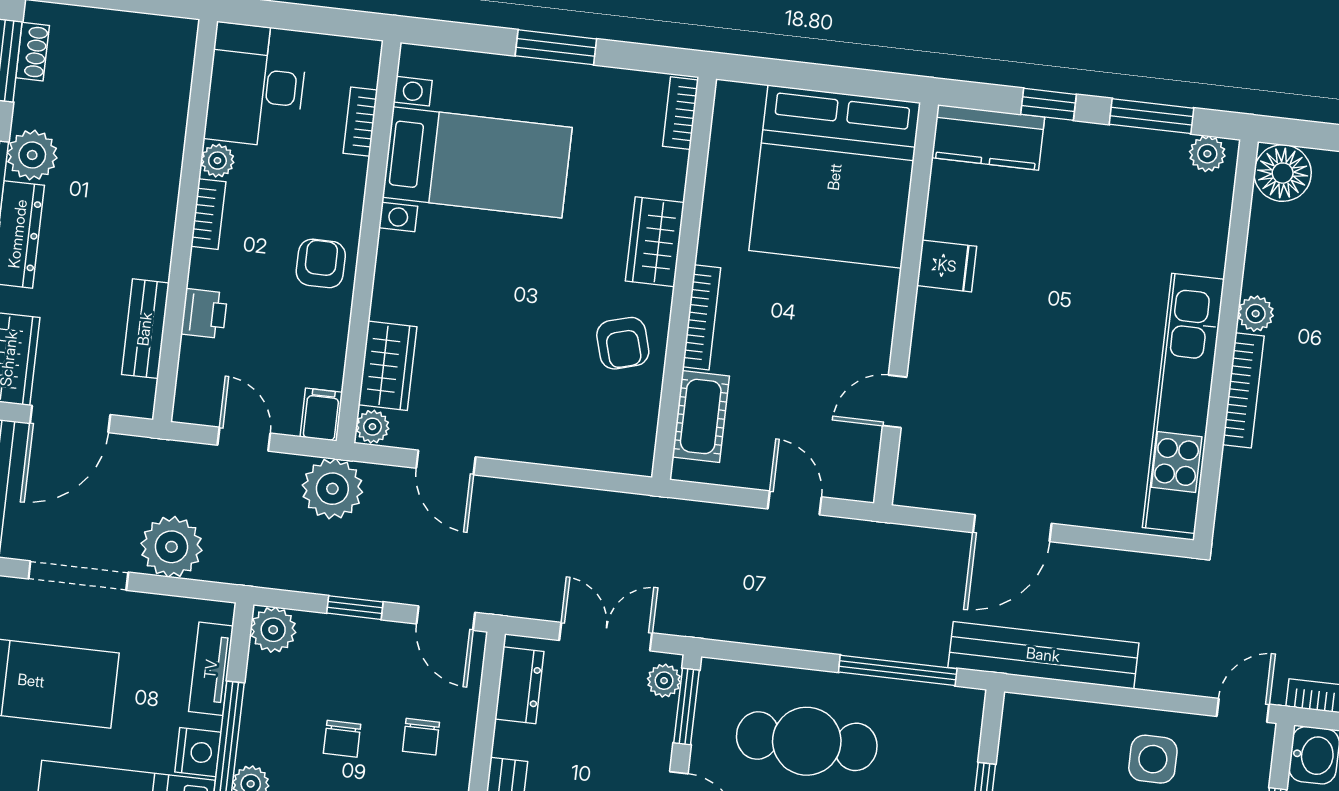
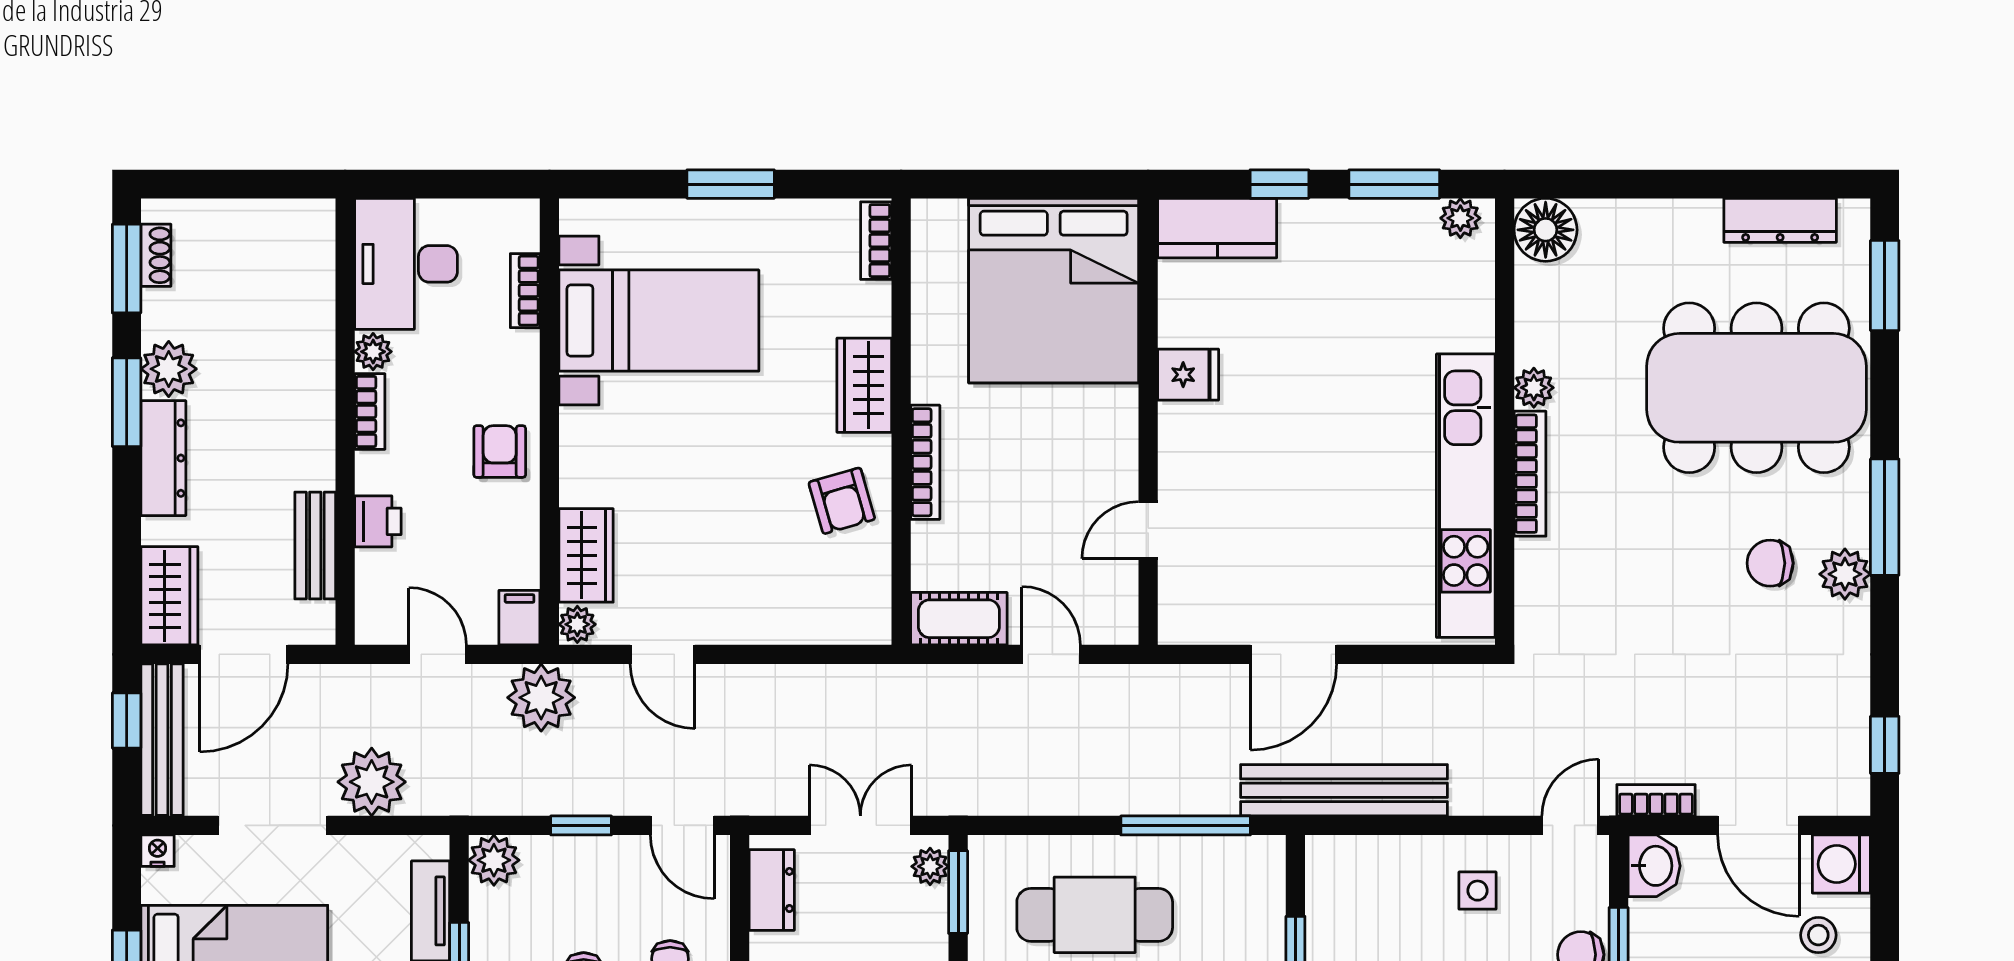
cot: (701, 416) -> (959, 619), moved, turned 90
side table: (1153, 759) -> (1478, 891), width x0.73, depth x0.73

